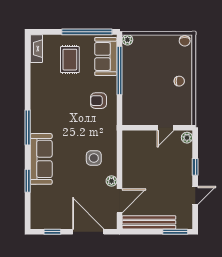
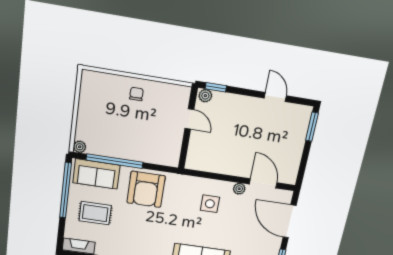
chair: (185, 41) -> (88, 80), removed
armchair: (98, 101) -> (146, 189), width x1.88, depth x1.88
window: (195, 167) -> (216, 87), moved
bench: (149, 222) -> (294, 155), removed
door: (88, 232) -> (290, 221), hinge flipped

